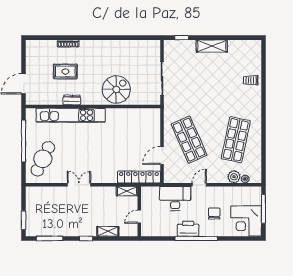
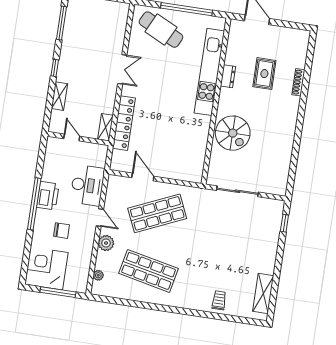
shelving: (212, 46) -> (263, 294), moved
locker: (139, 177) -> (124, 123), moved
plant: (234, 177) -> (106, 243), moved

